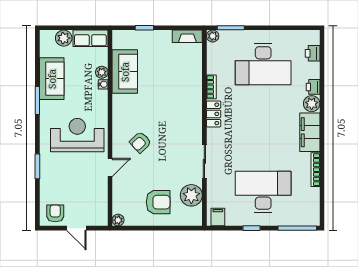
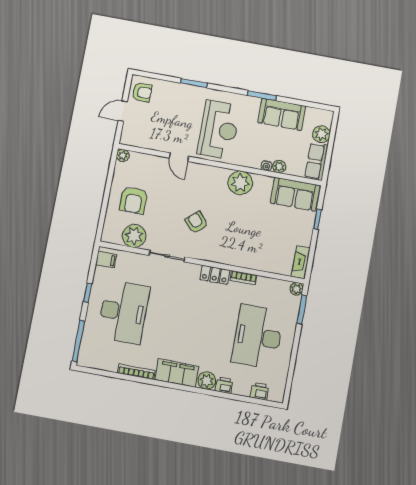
sofa: (125, 72) -> (295, 194), moved
plant: (124, 106) -> (240, 183), added
armchair: (140, 142) -> (197, 222), moved

